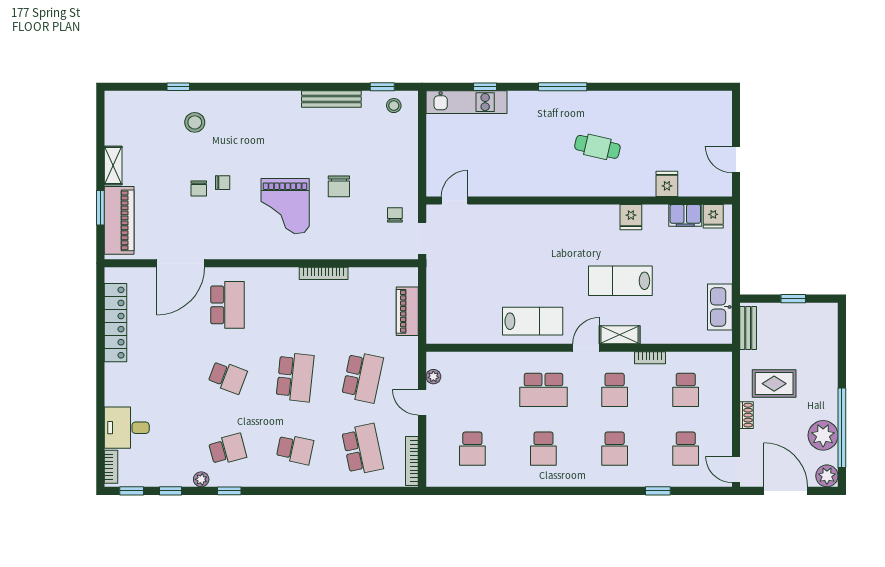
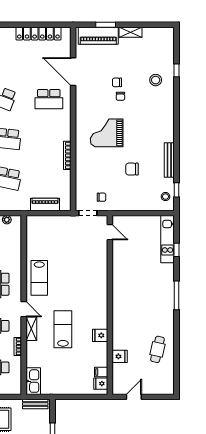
cafe table: (597, 147) -> (157, 349), moved
chair: (339, 186) -> (132, 169), moved
filing cabinet: (685, 215) -> (101, 372), width x0.50
kitchen sink: (720, 307) -> (33, 381), moved, turned 90

